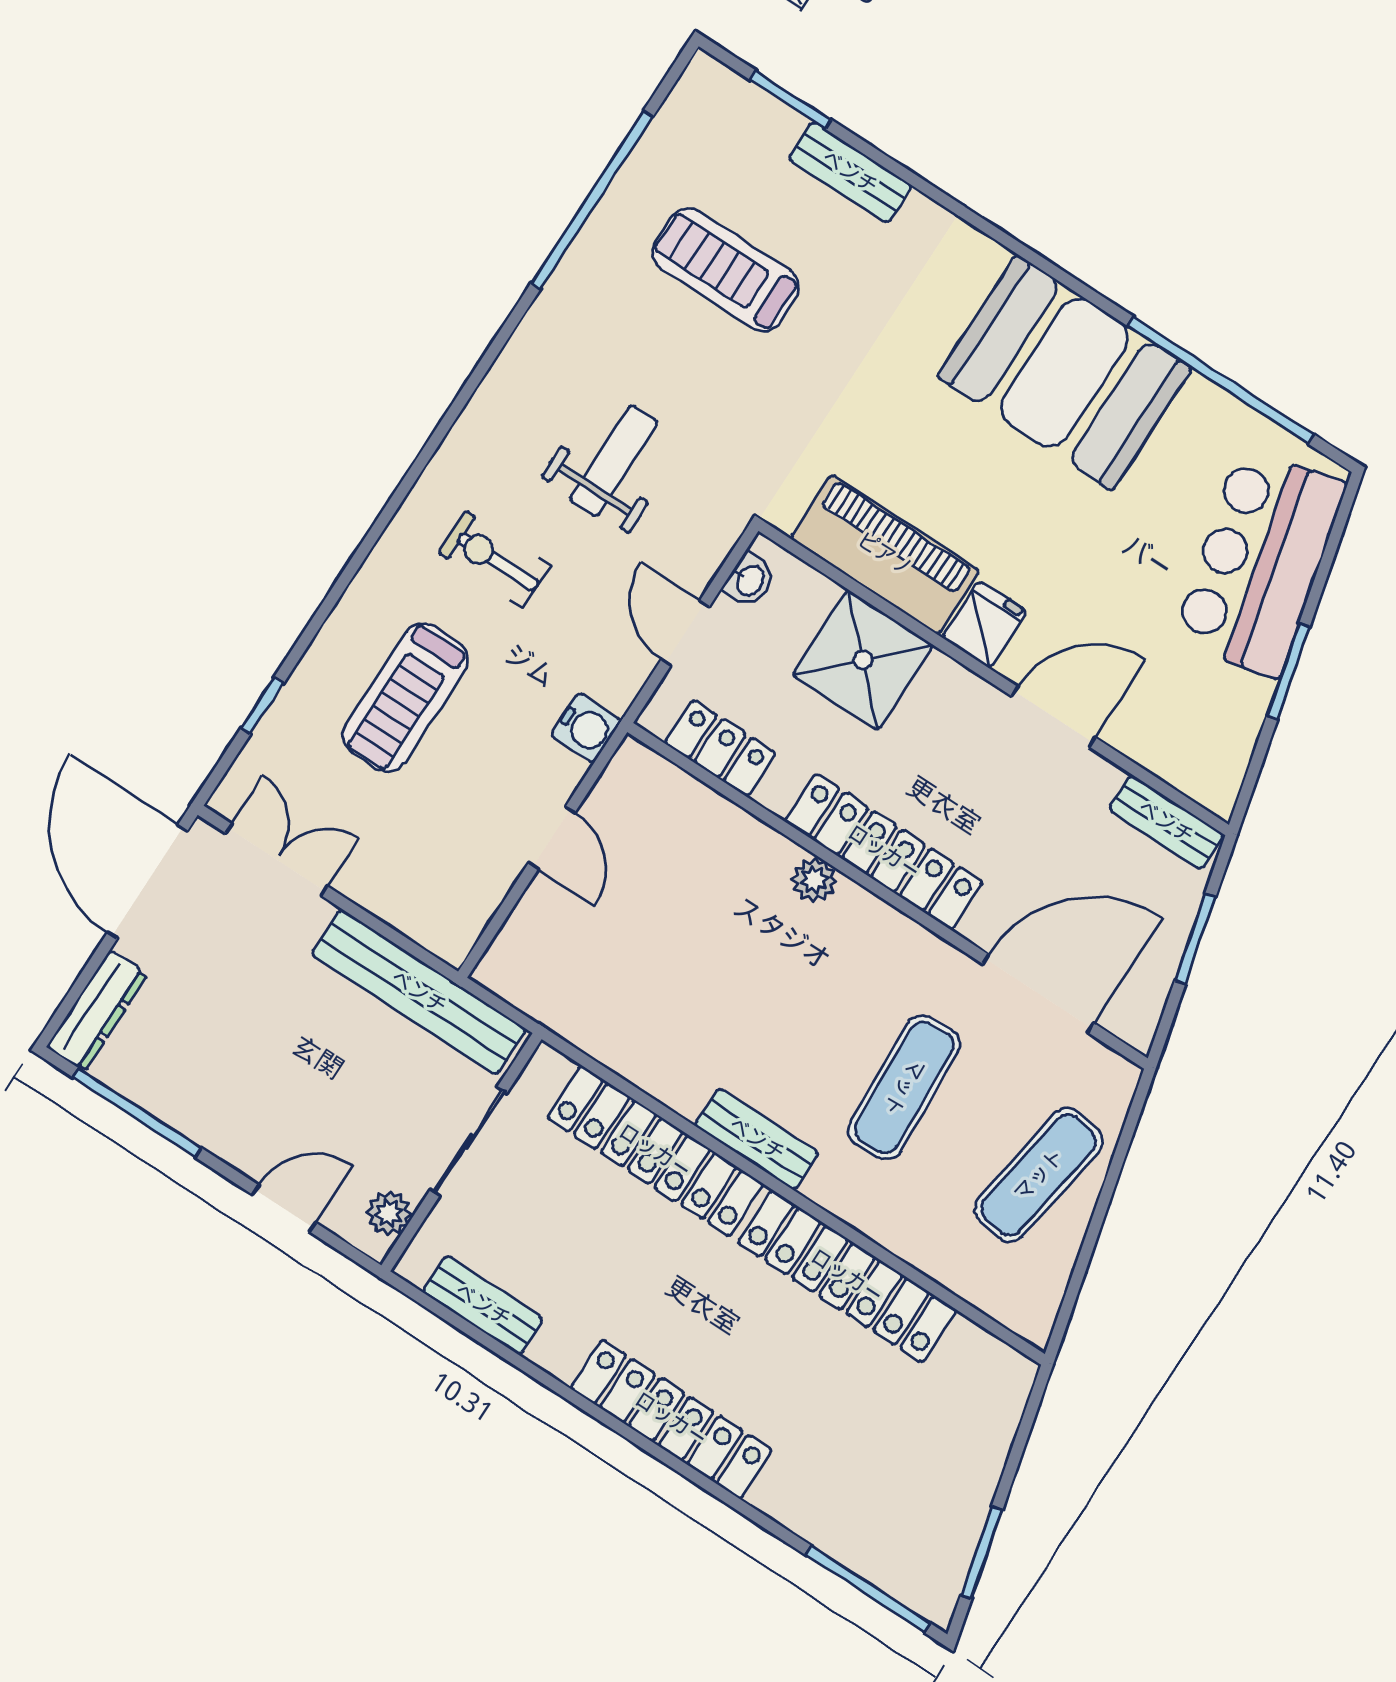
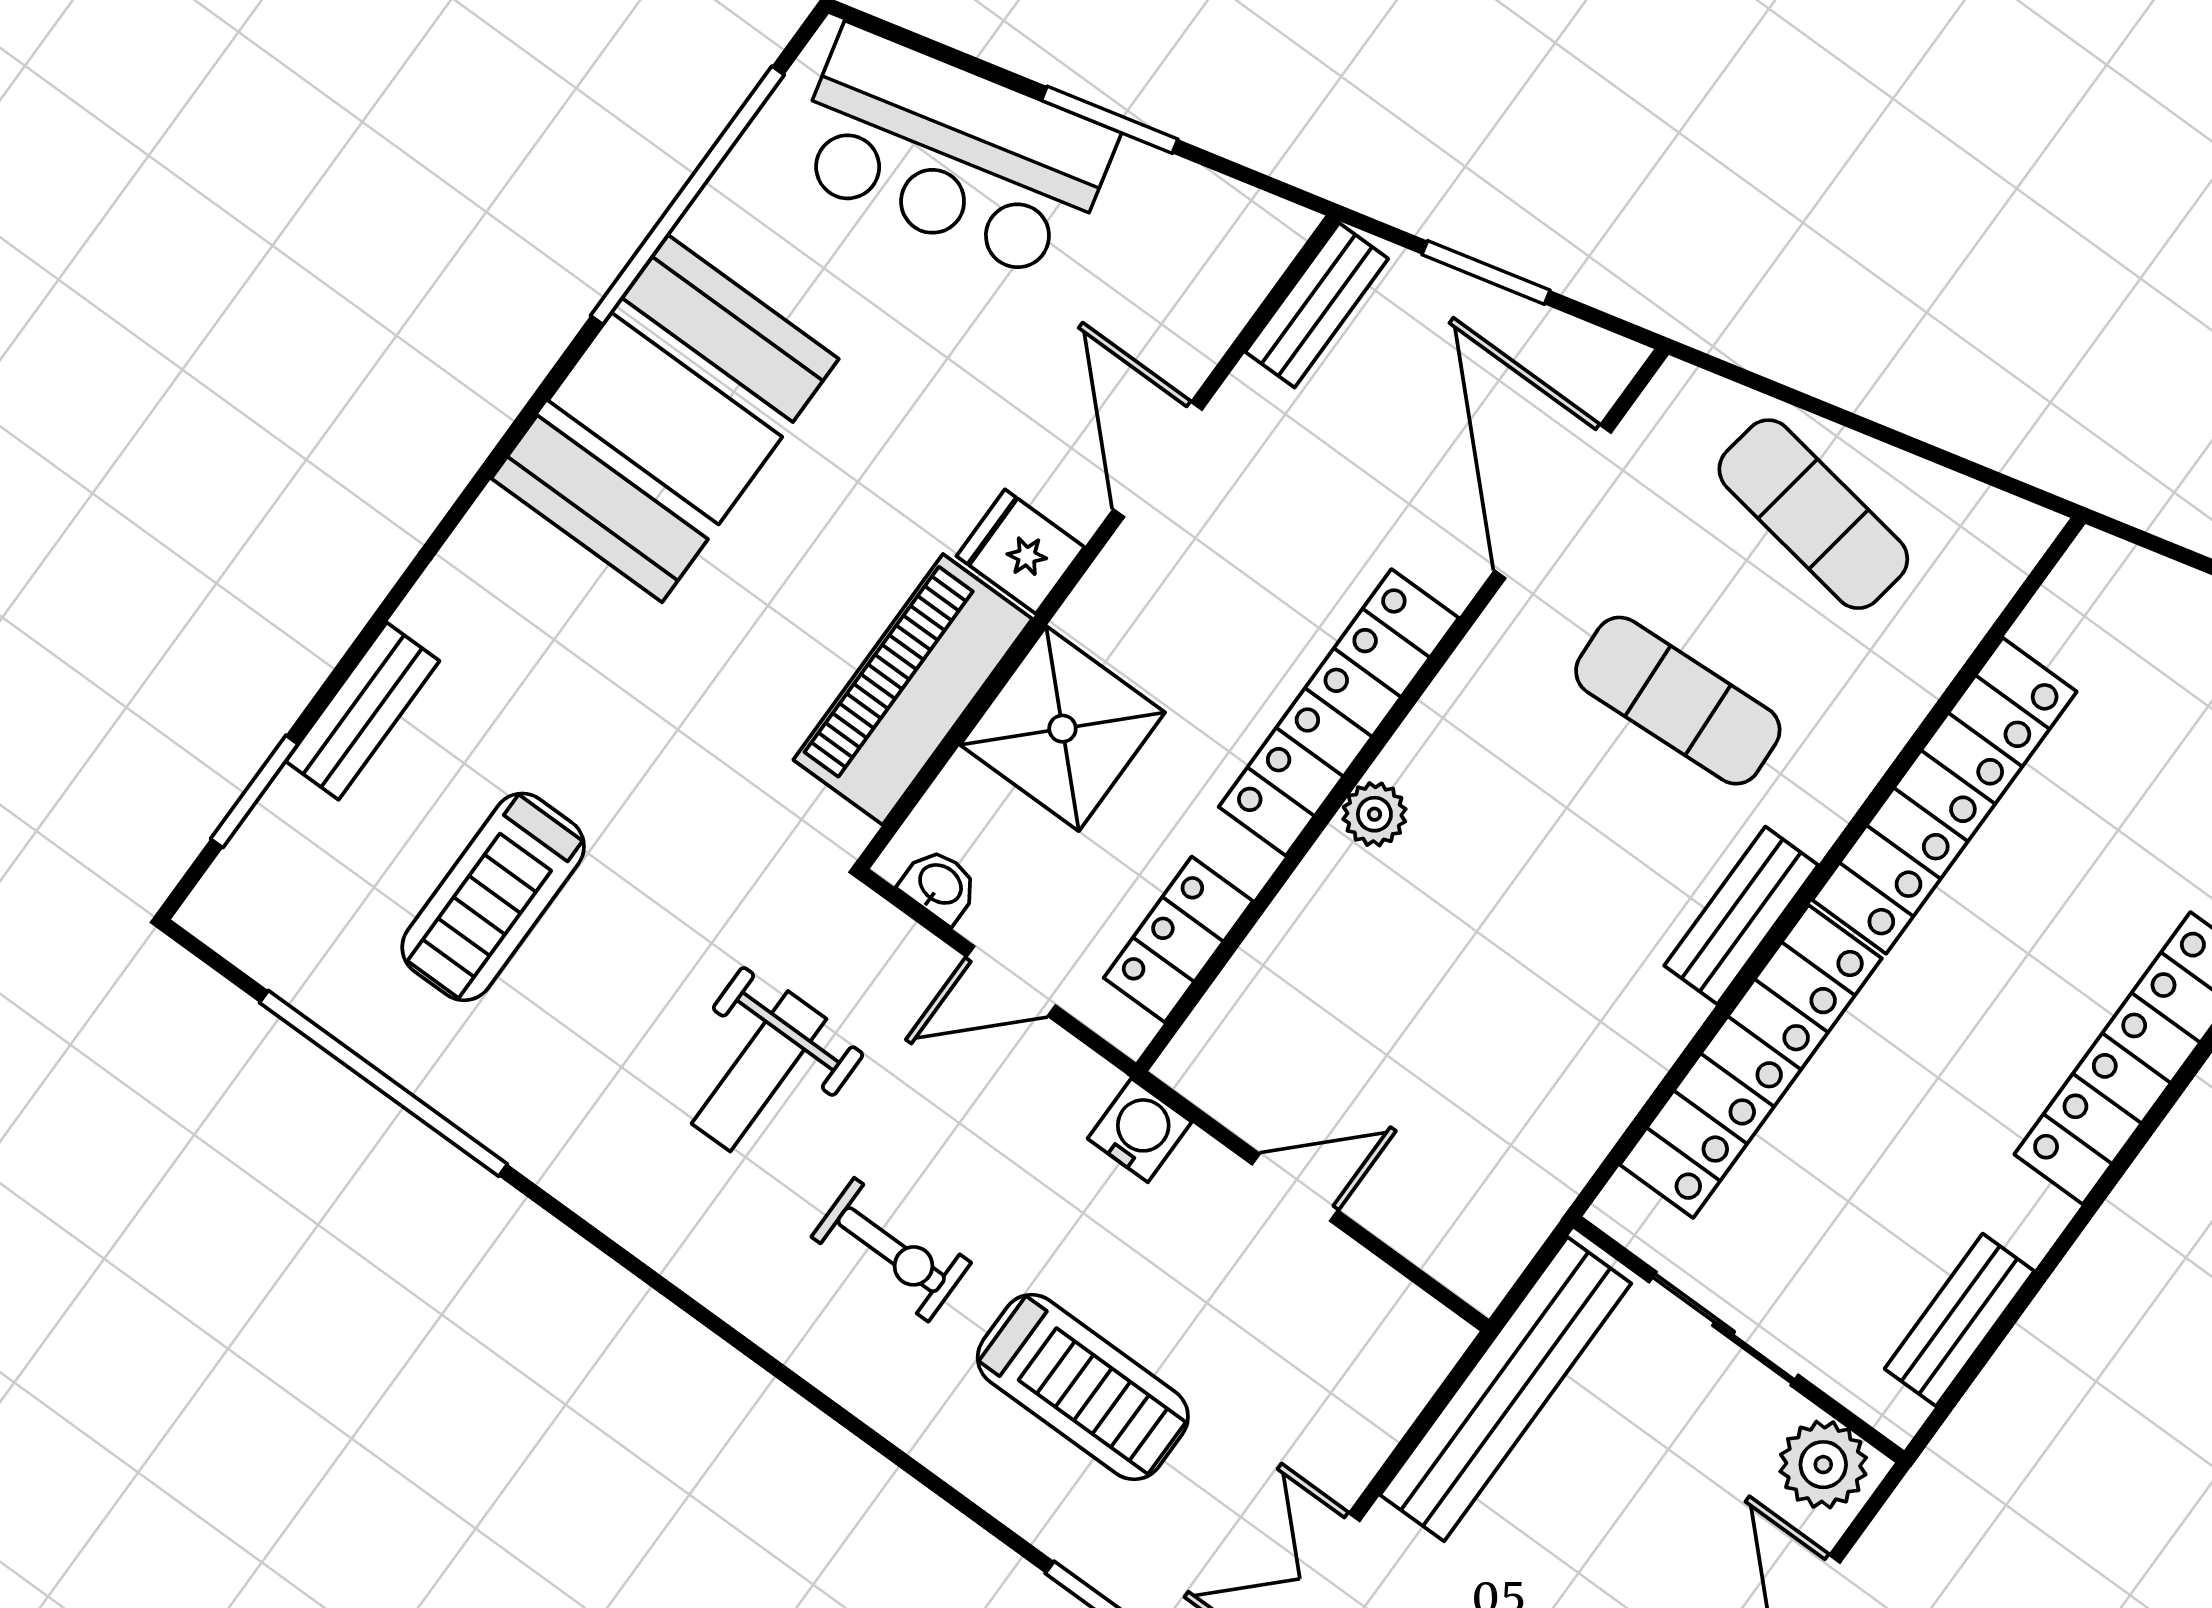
weight bench: (614, 461) -> (759, 1071), turned -90
exercise bike: (494, 559) -> (891, 1250), turned -90
plant: (389, 1213) -> (1823, 1465), width x1.38, depth x1.38

